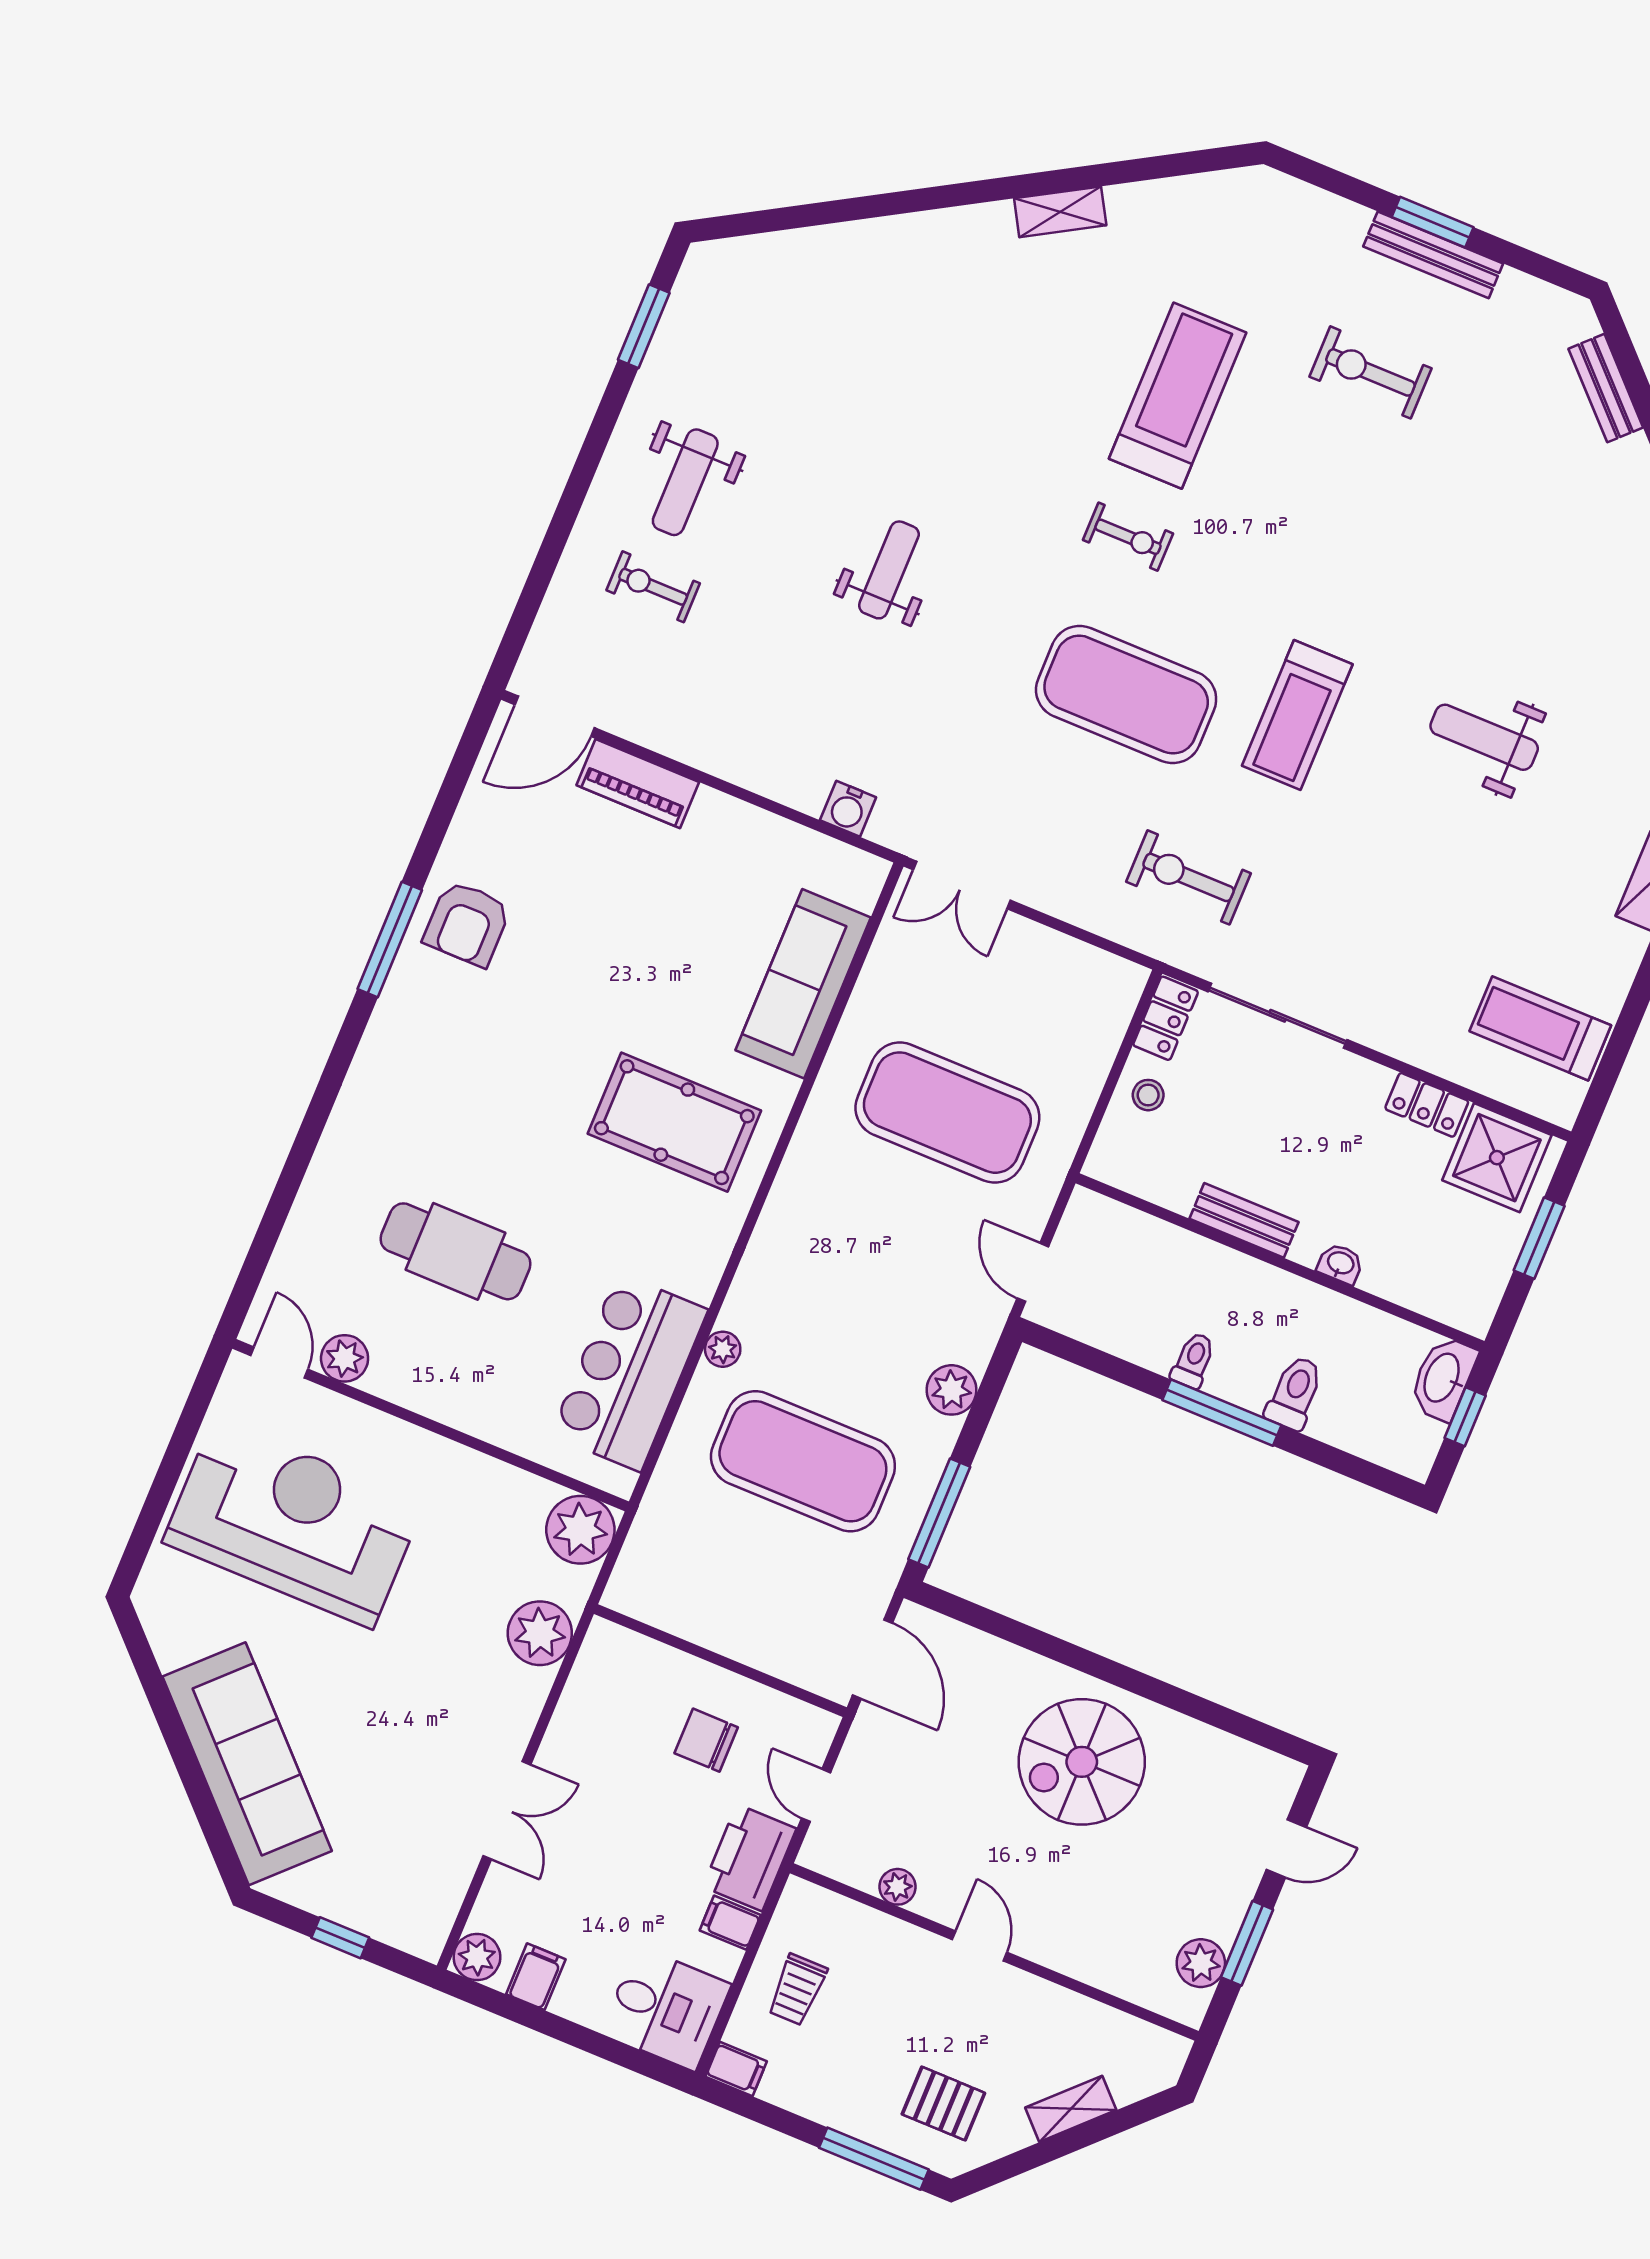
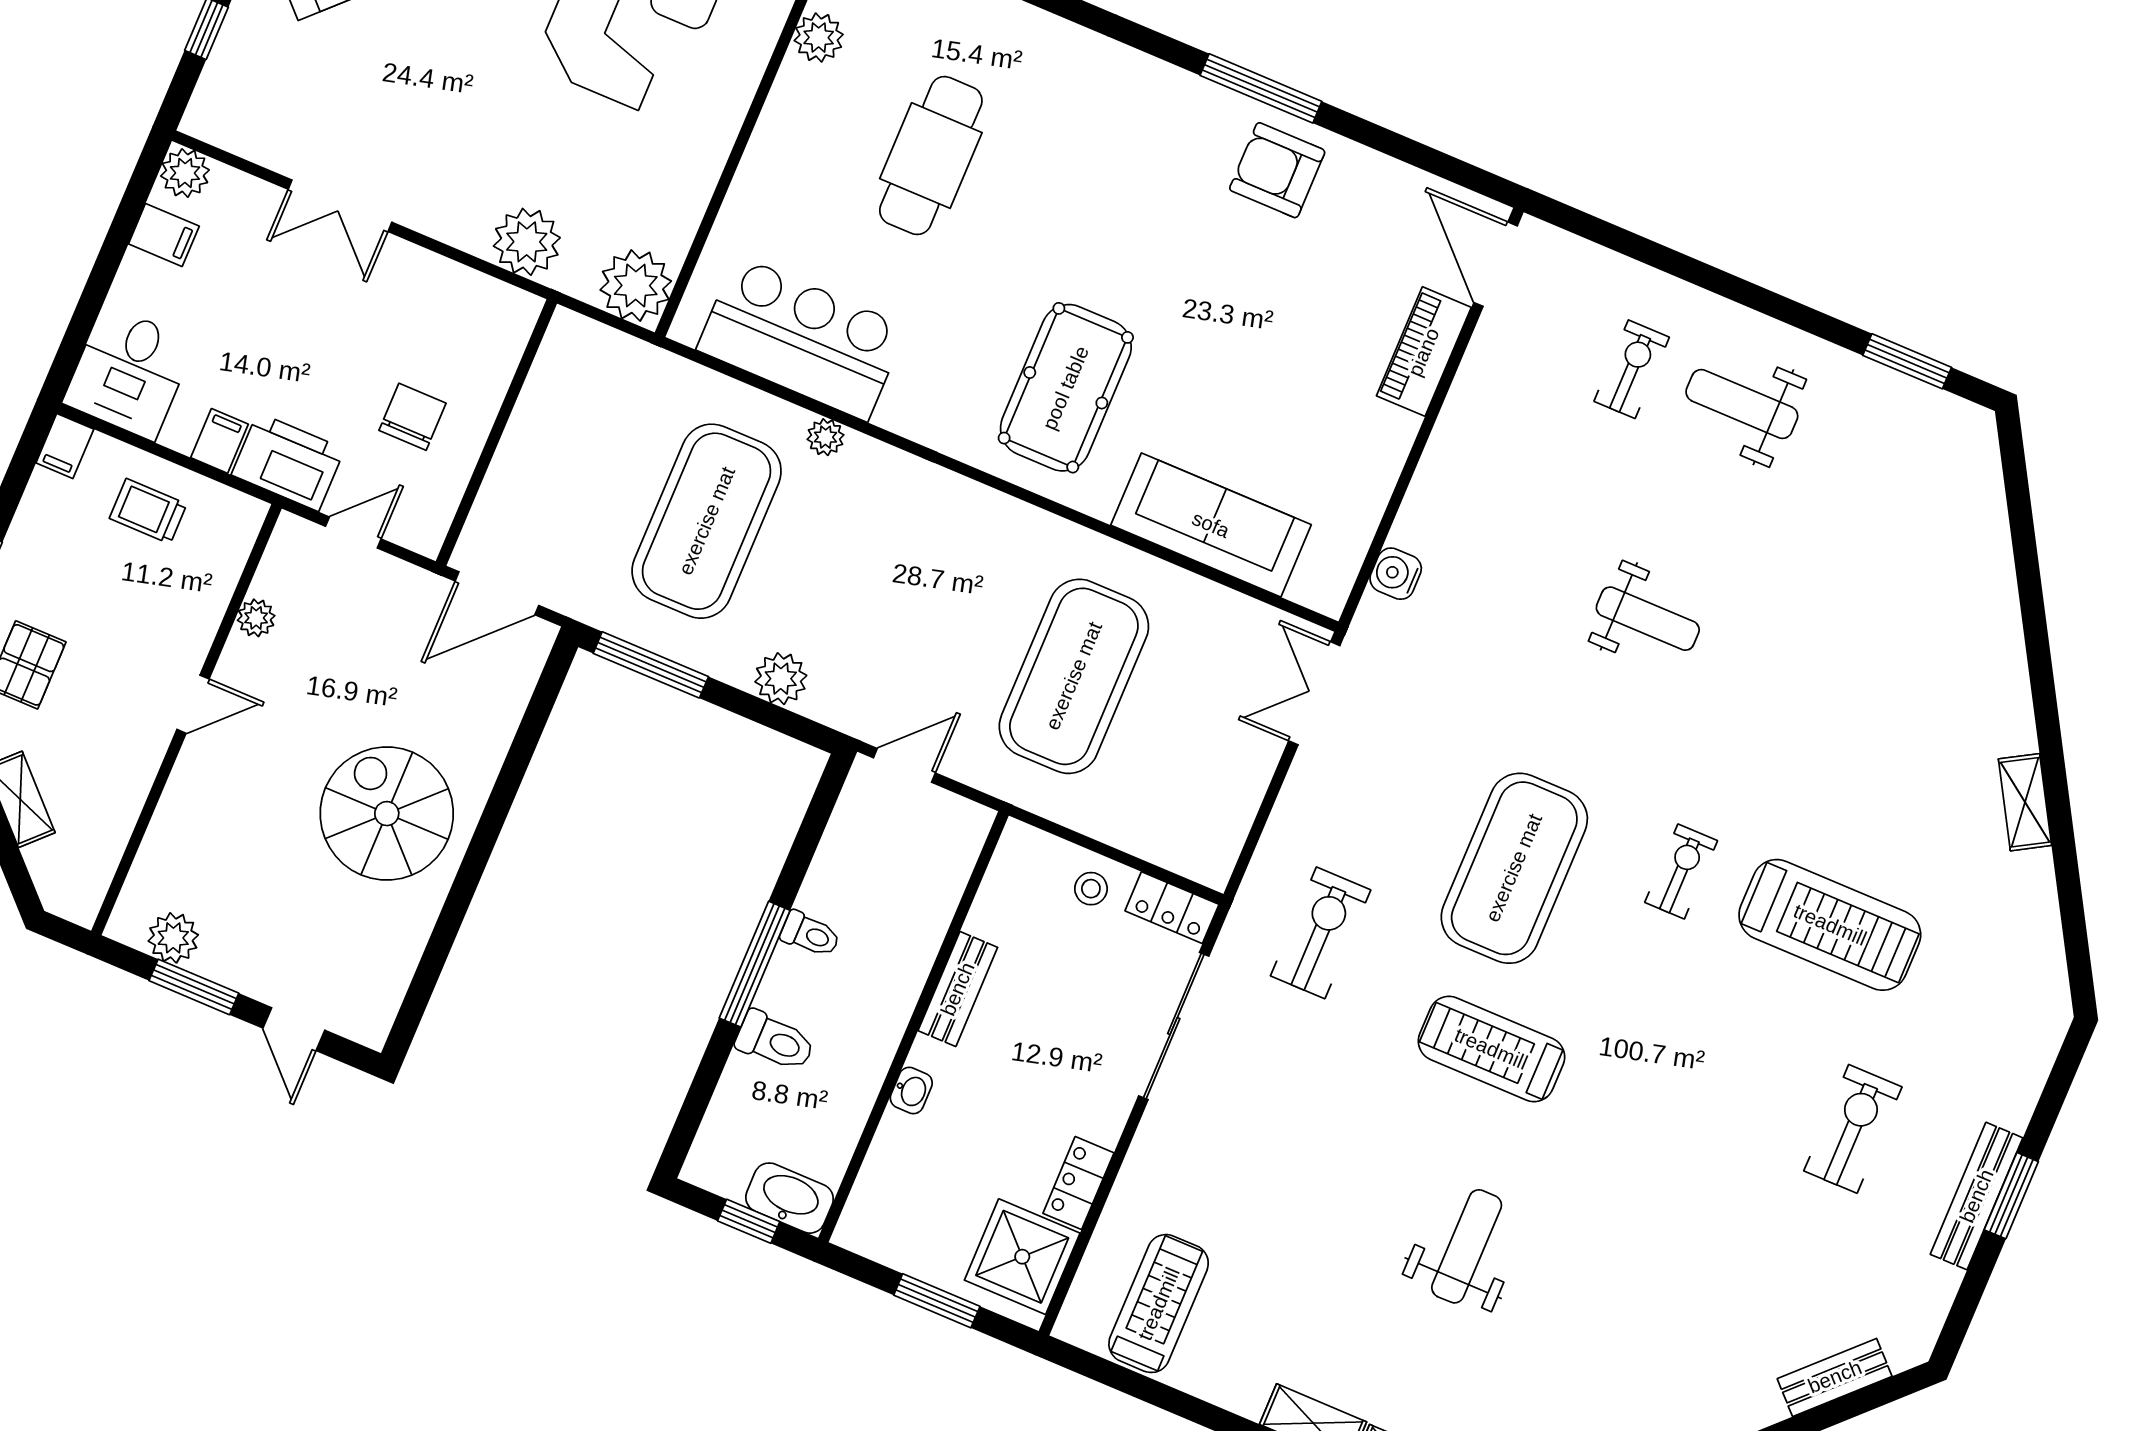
exercise bike: (1128, 537) -> (1681, 872), turned 180

